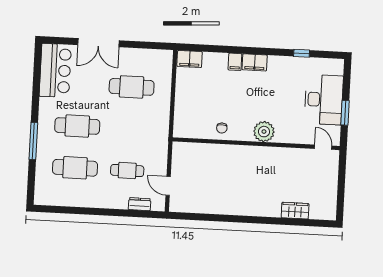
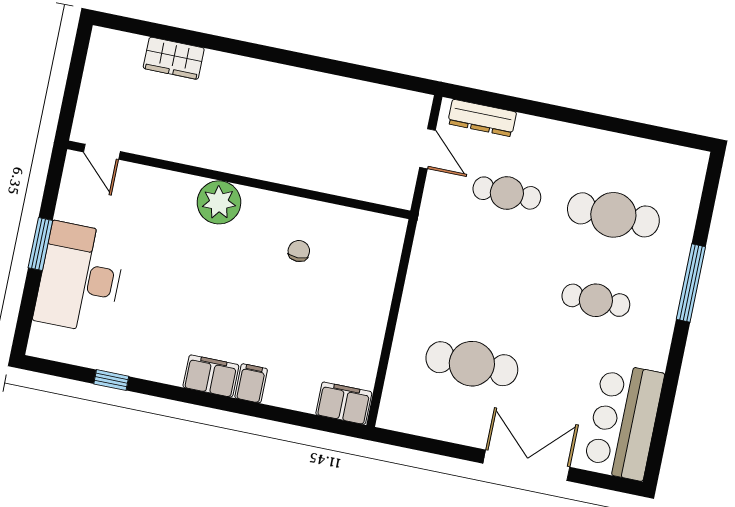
cafe table: (77, 126) -> (596, 300), width x0.73, depth x0.74
plant: (264, 132) -> (219, 202), moved
wall: (256, 144) -> (239, 180), moved
door: (323, 147) -> (102, 152), moved
dresser: (140, 204) -> (482, 118), width x1.44

